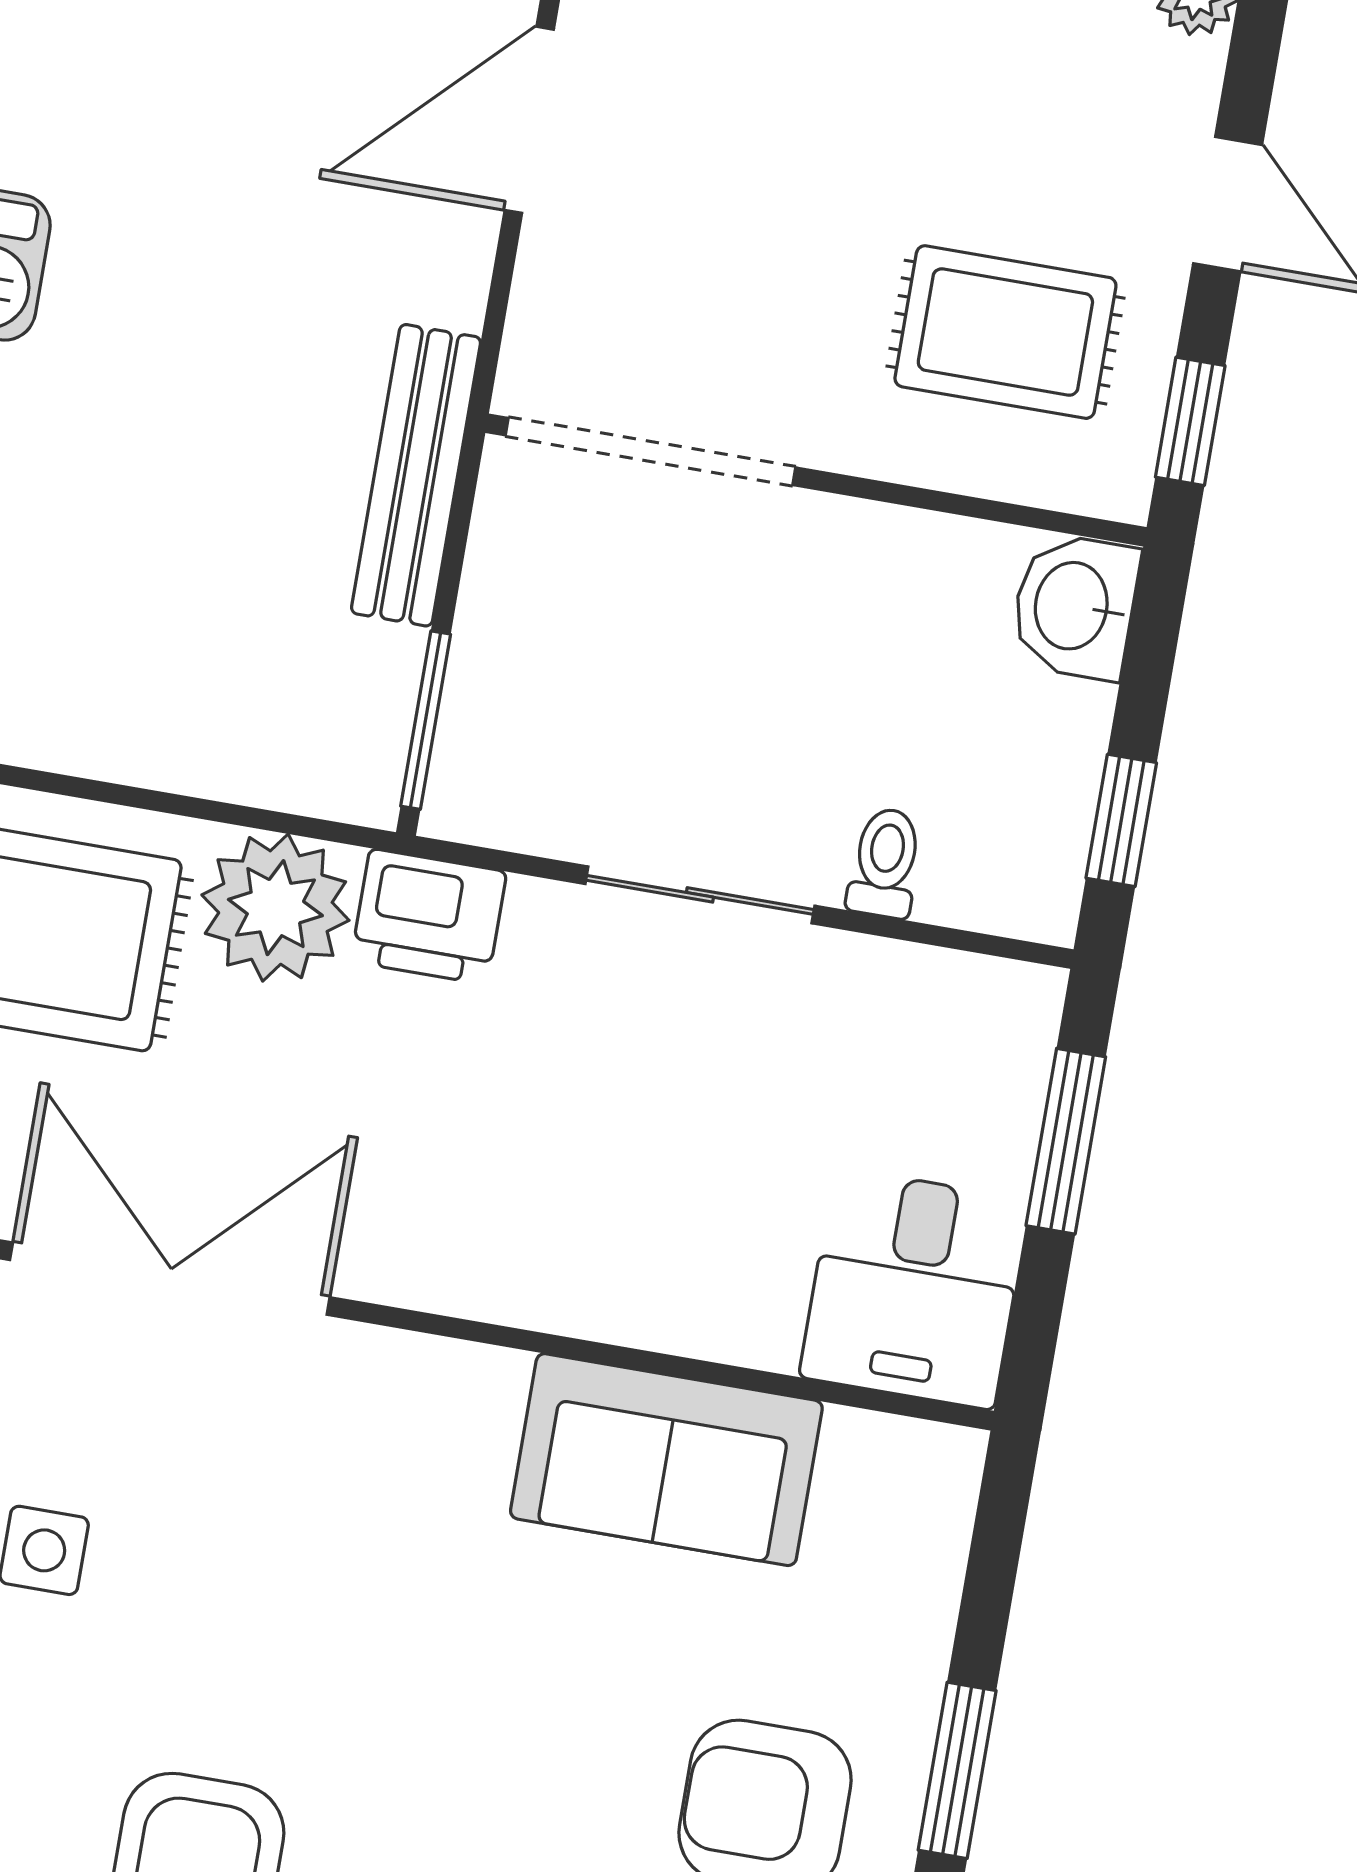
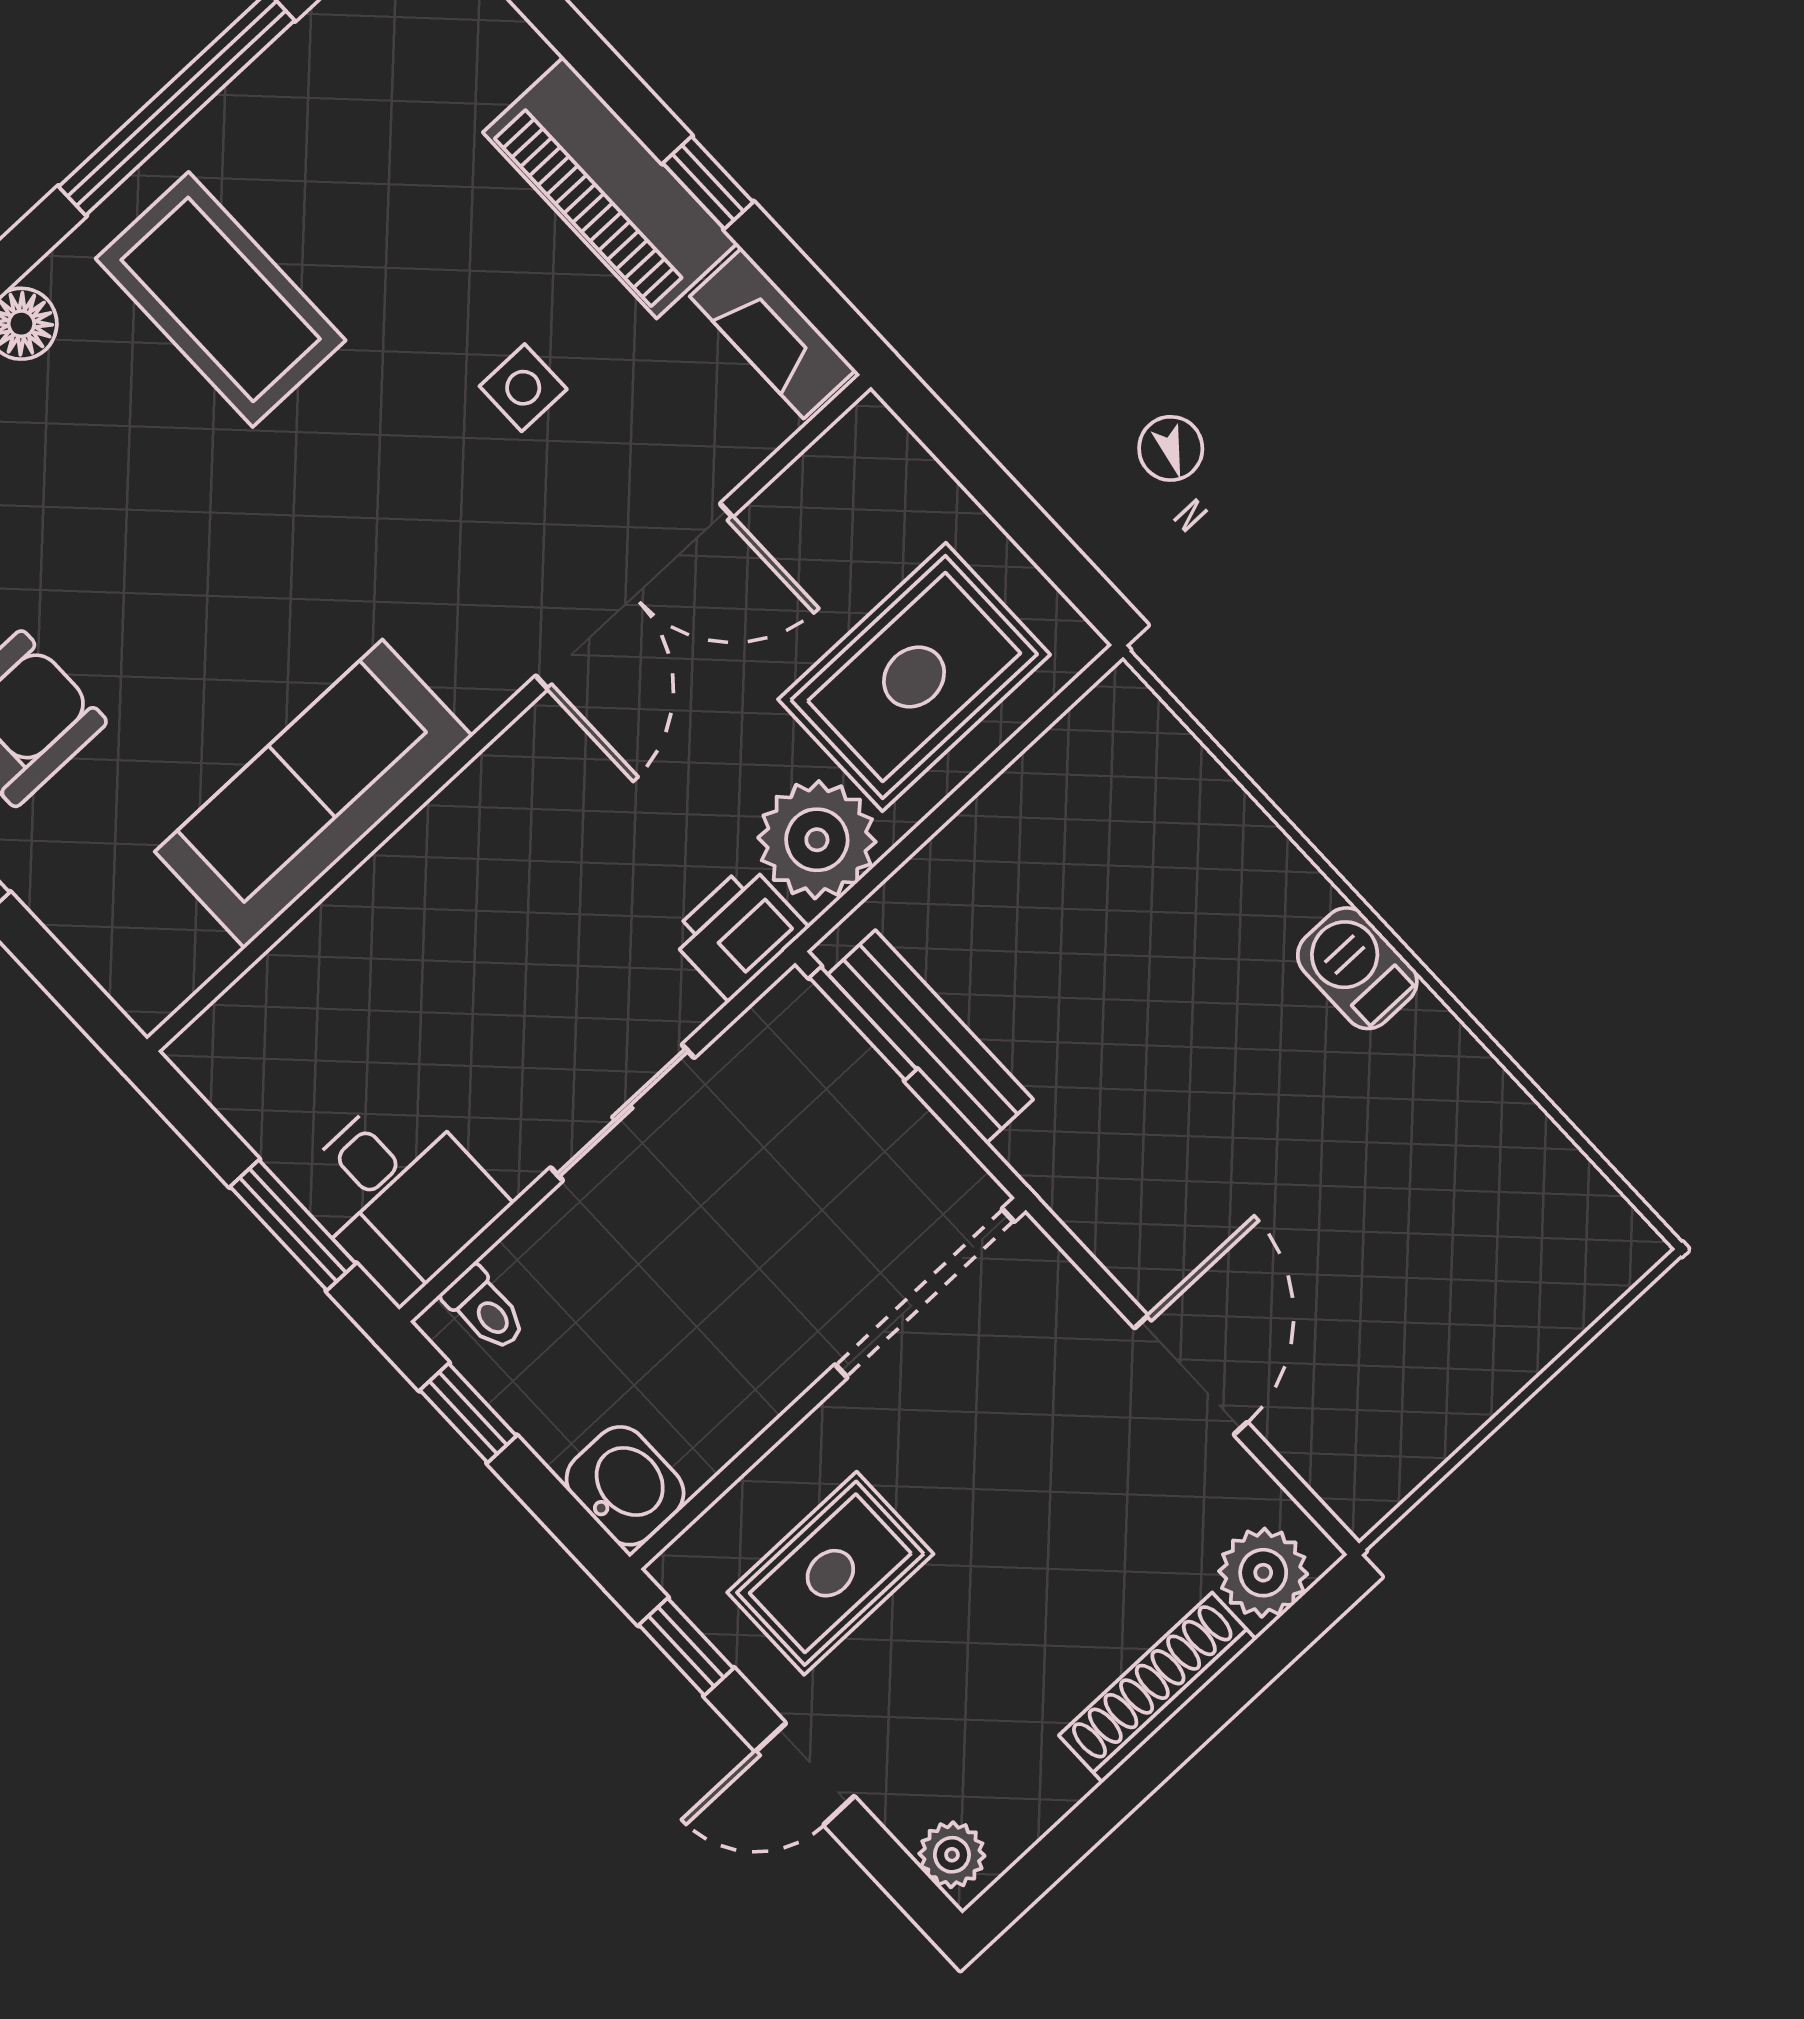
bench: (416, 475) -> (931, 1037), moved
toilet: (885, 863) -> (485, 1309), moved
desk: (914, 1288) -> (399, 1195), moved, turned 180
sofa: (666, 1460) -> (314, 794), width x1.36

